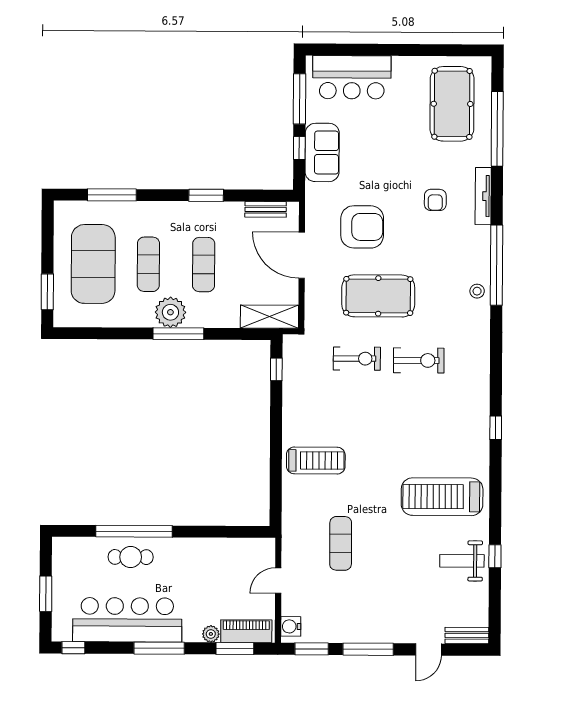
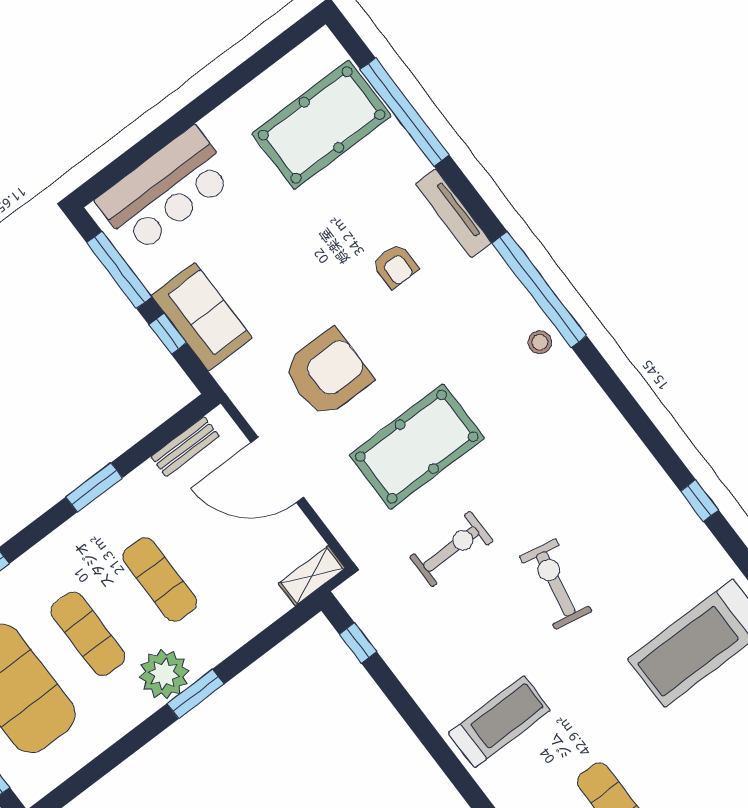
pool table: (452, 104) -> (322, 125), turned 90
shelving: (269, 317) -> (312, 576), width x0.67, depth x0.75
window: (178, 334) -> (196, 694), width x0.69
exercise bike: (419, 360) -> (556, 584), moved, turned -79

